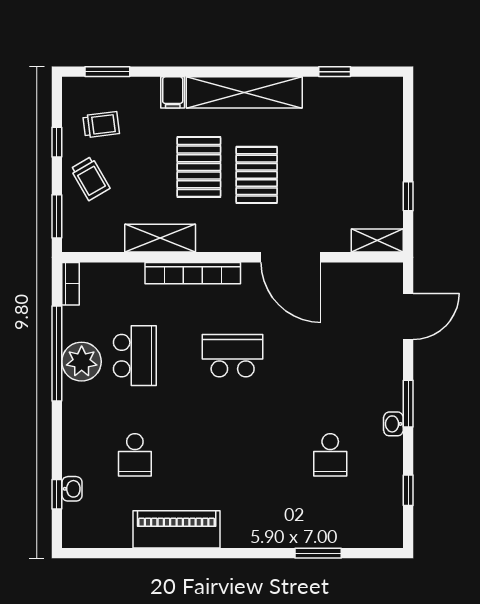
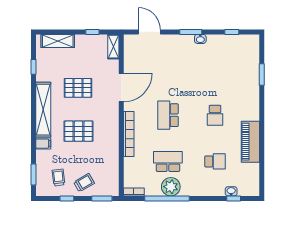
pallet: (257, 175) -> (78, 88), moved
shelving: (160, 238) -> (58, 41), moved, turned 90
school desk: (330, 455) -> (215, 115), moved, turned 90

